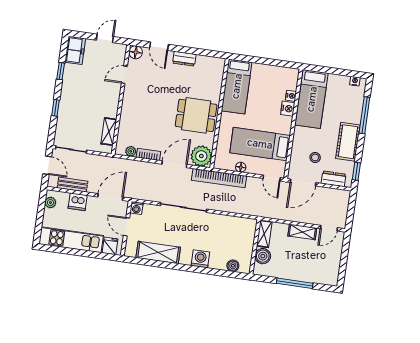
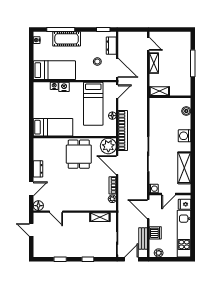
freezer: (75, 50) -> (43, 251), removed
cot: (348, 142) -> (67, 39), moved
boiler: (263, 256) -> (176, 90), removed

